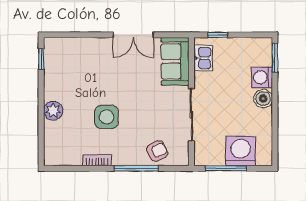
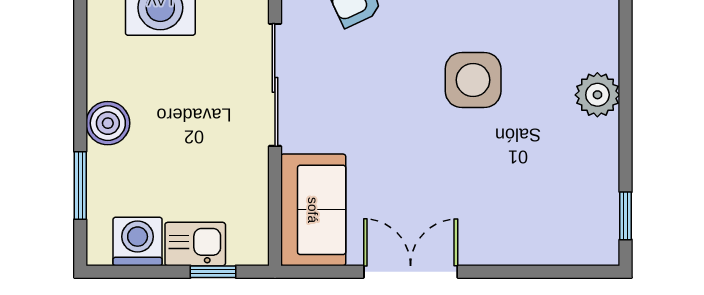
kitchen sink: (203, 58) -> (195, 244), moved, turned 90
window: (275, 58) -> (80, 185), moved
washing machine: (262, 77) -> (138, 241), moved, turned -90

